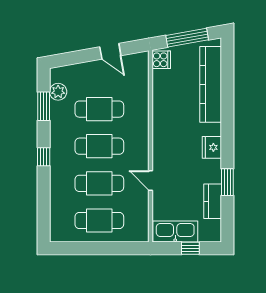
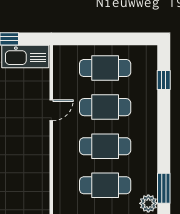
window: (44, 157) -> (164, 80), moved
door: (150, 180) -> (51, 110), hinge flipped

